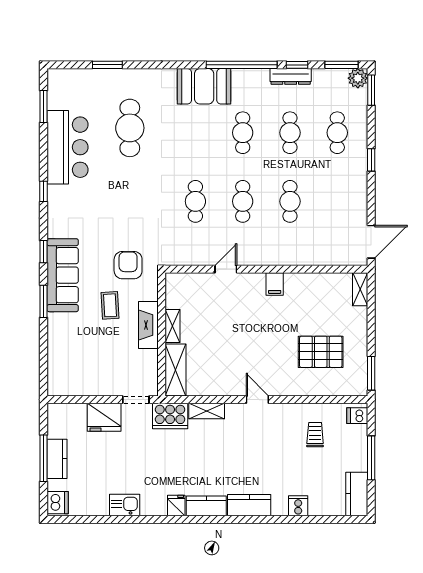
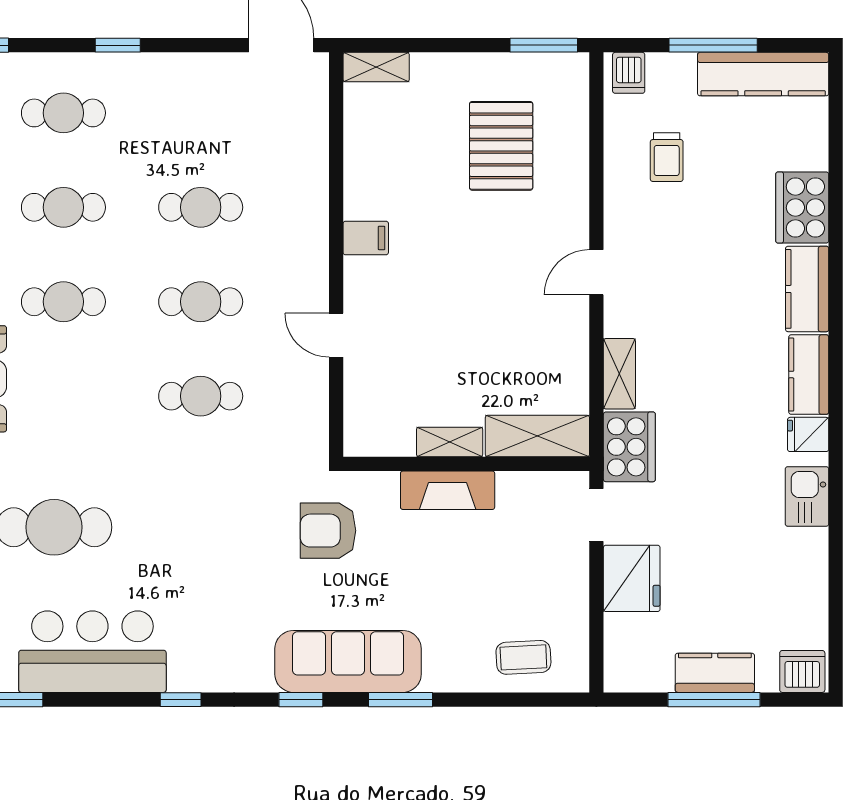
coffee table: (110, 305) -> (523, 657), moved
trolley: (315, 435) -> (667, 157), turned -90
kitchen counter: (357, 494) -> (763, 74), width x1.50
kitchen sink: (125, 505) -> (807, 496), moved
cooker: (298, 506) -> (802, 208), width x1.87, depth x1.31

